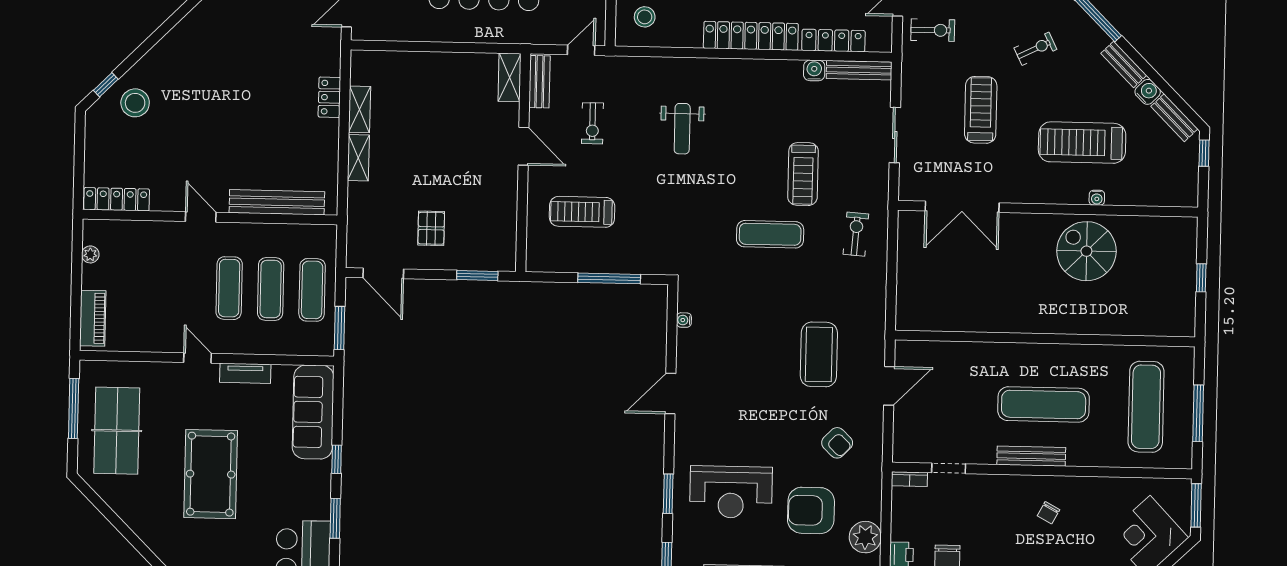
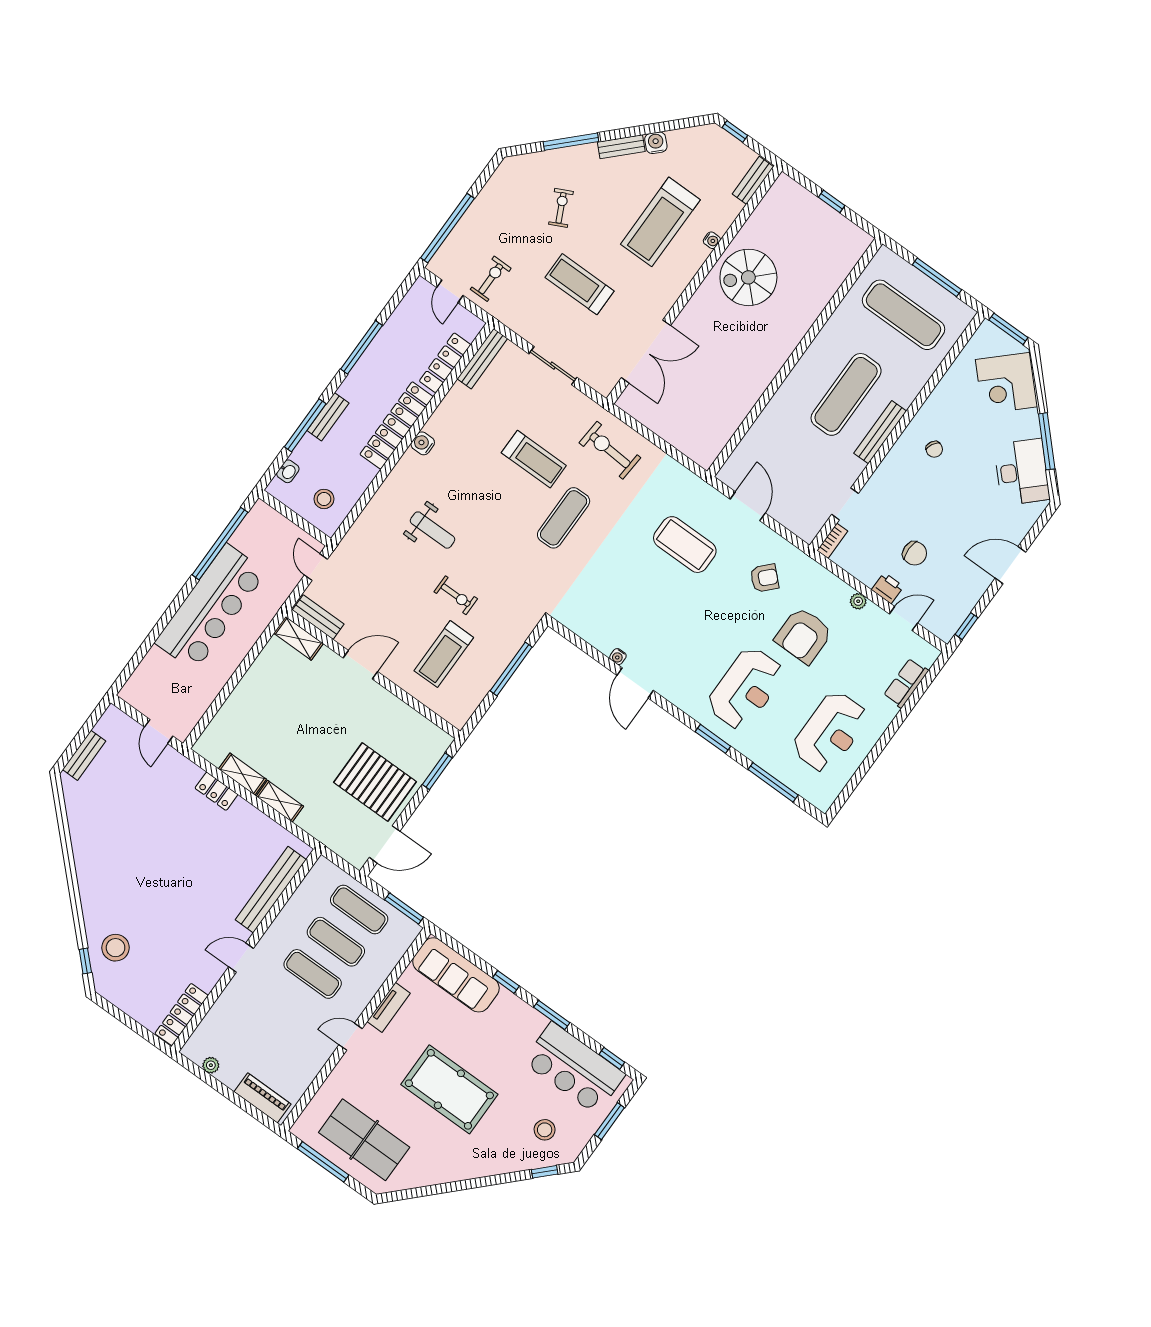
water cooler: (814, 70) -> (423, 443), moved
bench: (1174, 118) -> (753, 180), moved, turned -45
exercise bike: (592, 123) -> (456, 595), moved
pallet: (431, 228) -> (375, 782), width x2.05, depth x2.00
exercise bike: (856, 234) -> (610, 450), width x1.38, depth x1.39
water cooler: (684, 320) -> (618, 657), moved
plant: (865, 537) -> (858, 601), width x0.53, depth x0.53

